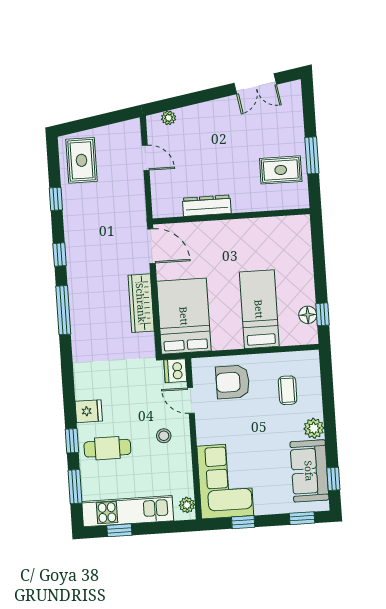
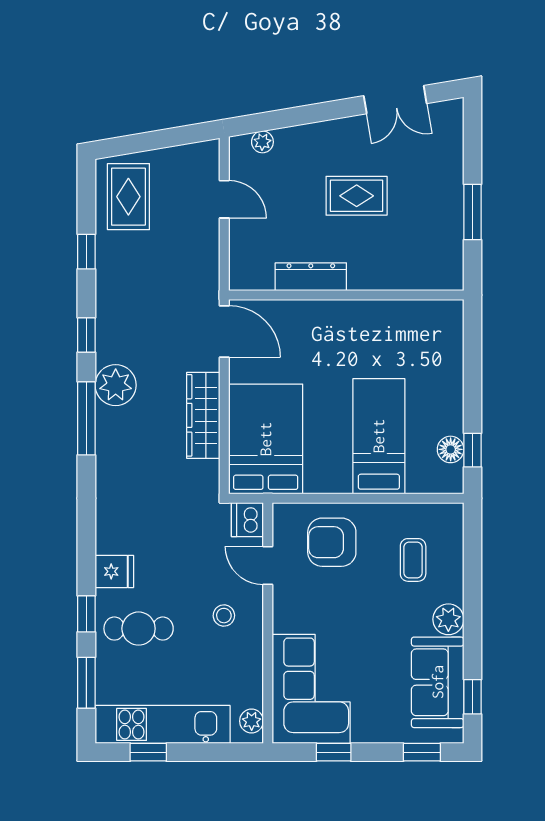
rug: (281, 170) -> (357, 196), moved
plant: (81, 287) -> (116, 385), added

